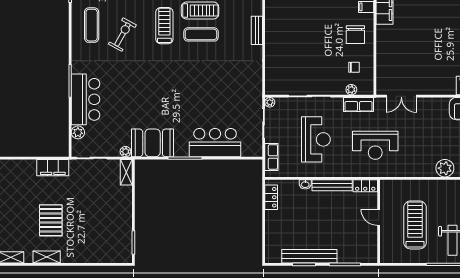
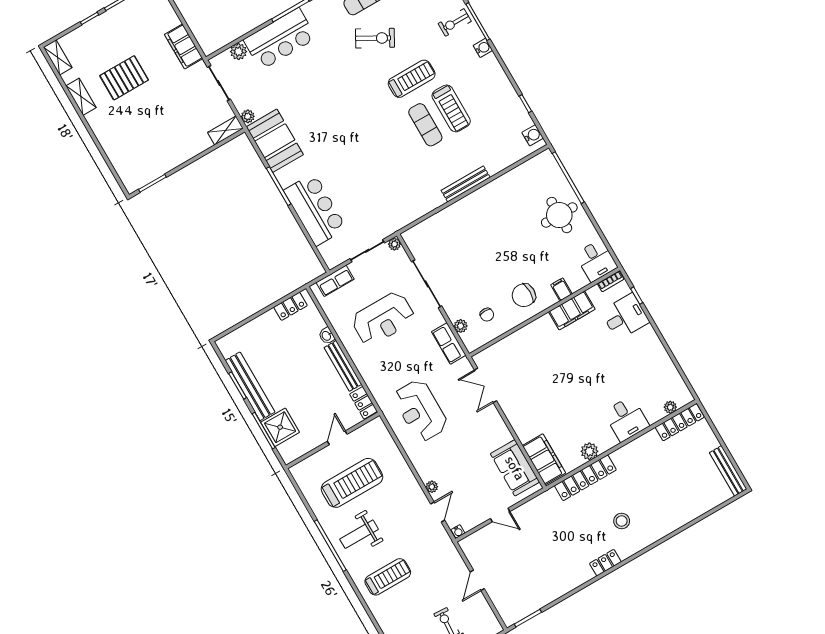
bench: (257, 30) -> (466, 184), width x1.36
reception desk: (375, 145) -> (420, 411), moved
plant: (445, 168) -> (432, 487), width x0.53, depth x0.53
shower: (349, 252) -> (280, 427), added

